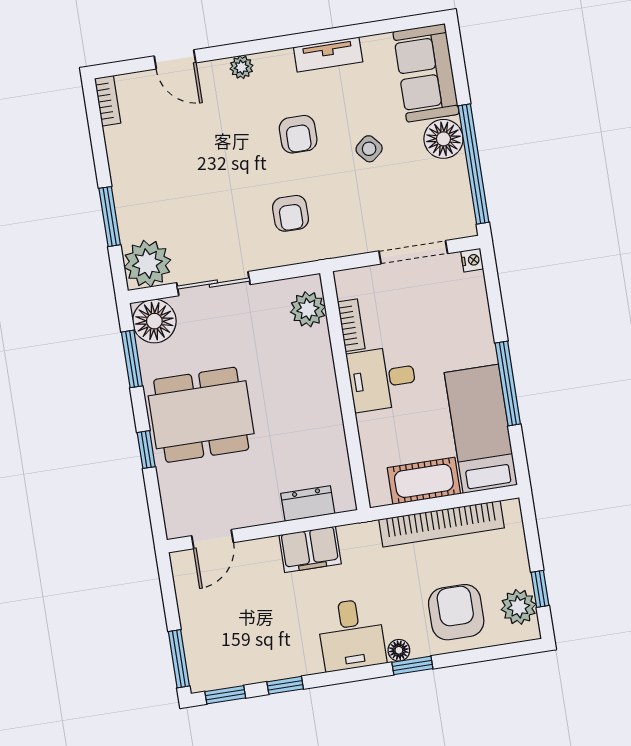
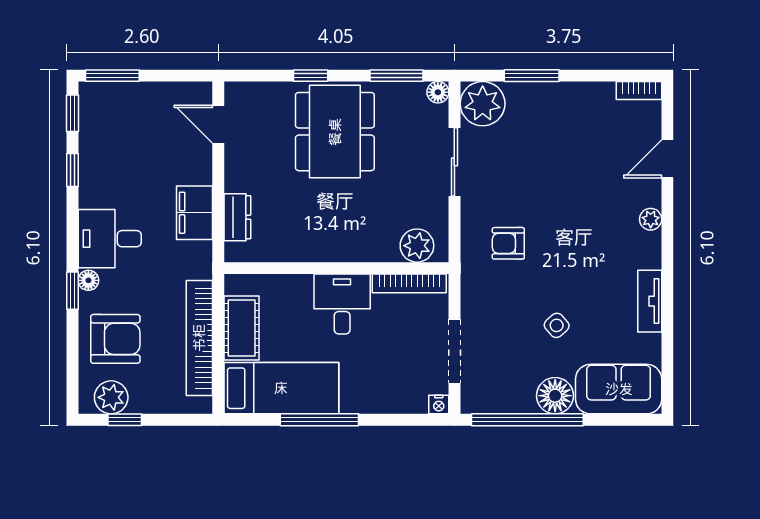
armchair: (298, 134) -> (580, 262), removed
floor lamp: (154, 321) -> (438, 92), width x0.53, depth x0.53
bookcase: (351, 325) -> (409, 283), width x1.56

